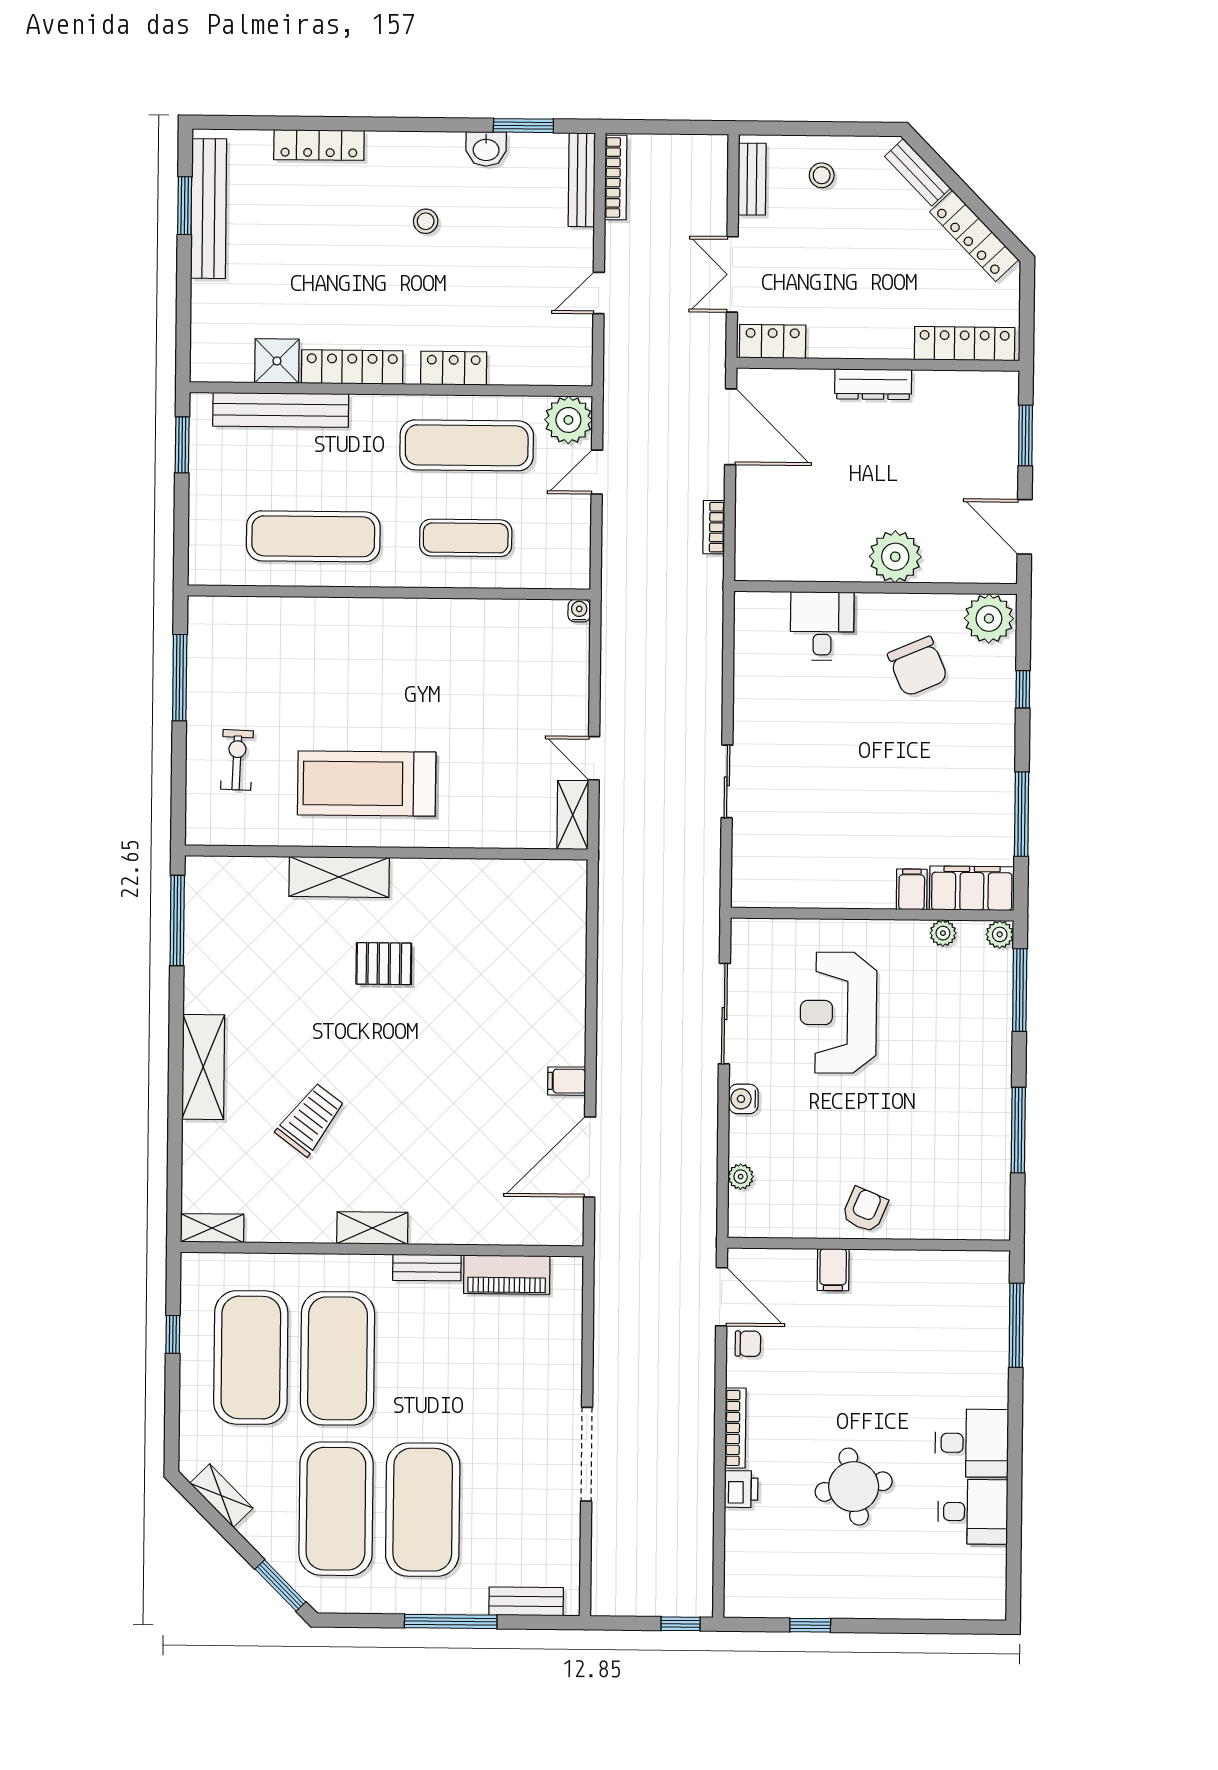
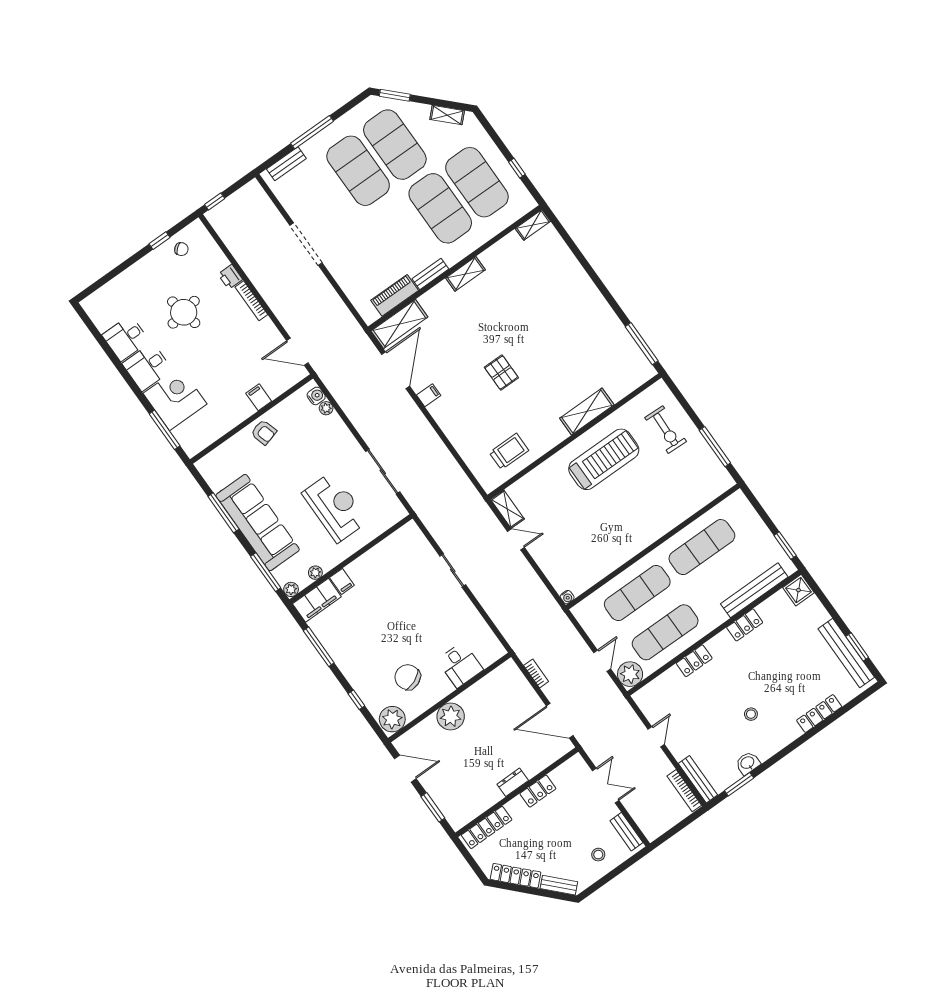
locker: (773, 341) -> (538, 791), moved
shower: (277, 361) -> (798, 590), moved
locker: (352, 367) -> (745, 625), width x0.66
dresser: (873, 384) -> (513, 782), width x0.70
exercise mat: (466, 538) -> (637, 593), width x1.36, depth x1.45
exercise bike: (237, 760) -> (666, 430), width x1.38, depth x1.39
pallet: (384, 964) -> (501, 373), moved, turned 90
shelving: (203, 1067) -> (399, 324), moved, turned 90
sofa: (976, 1076) -> (258, 523), added
water cooler: (743, 1099) -> (316, 396), moved
trolley: (310, 1119) -> (509, 451), moved, turned -127
armchair: (865, 1210) -> (264, 432), turned -39
chair: (748, 1344) -> (181, 249), moved, turned -130
corner desk: (965, 1362) -> (175, 399), added

